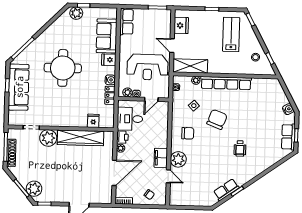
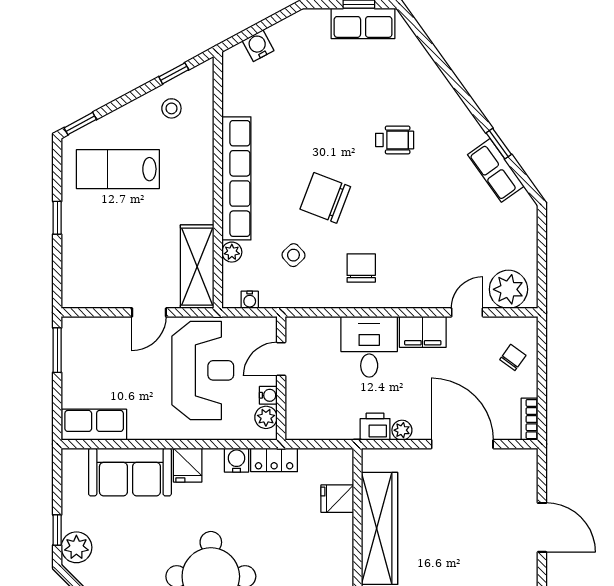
fridge: (181, 25) -> (99, 291), removed
door: (151, 99) -> (281, 359), swing flipped
water cooler: (288, 109) -> (258, 46), moved
desk: (130, 119) -> (369, 347), moved, turned 180
plant: (178, 159) -> (508, 289), moved

